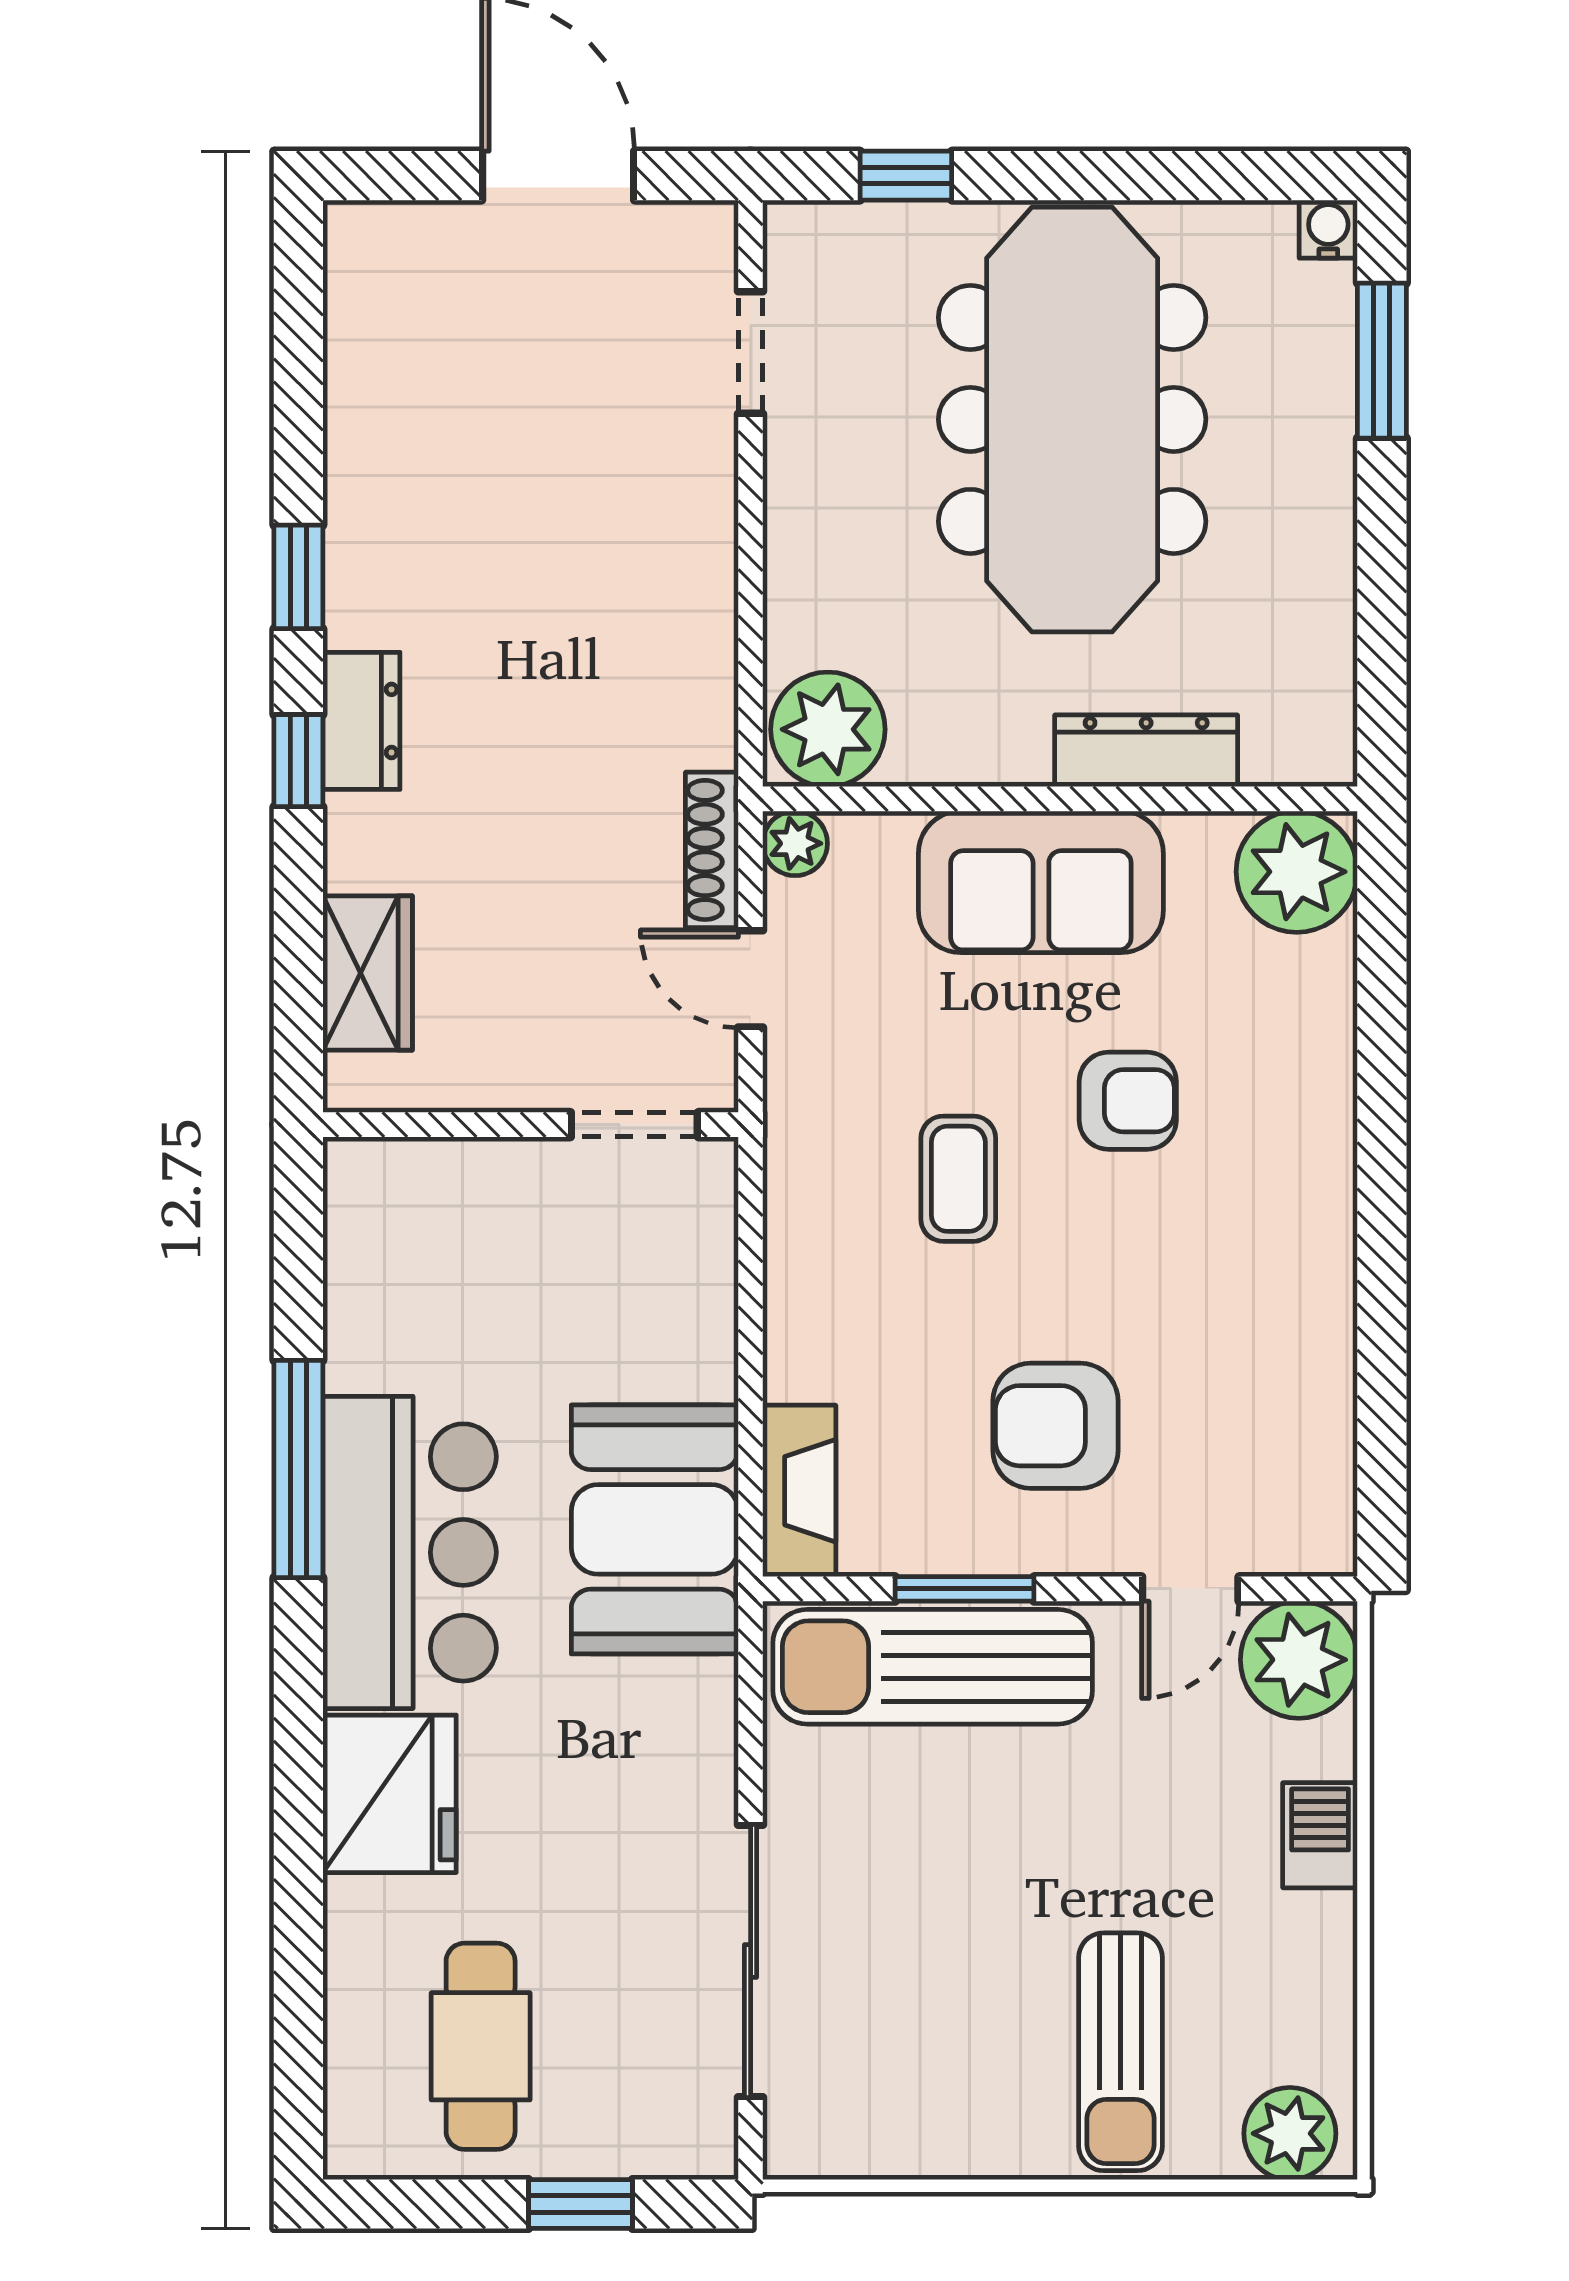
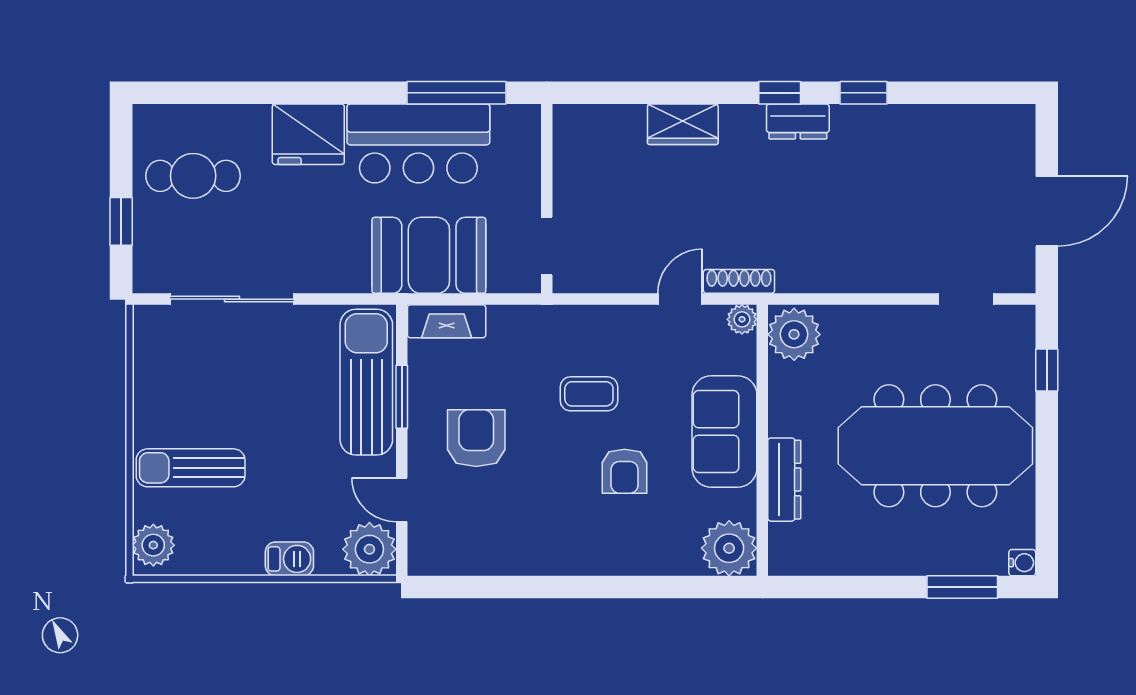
wall: (531, 1125) -> (547, 199), moved
doorway: (634, 1125) -> (547, 246), moved

